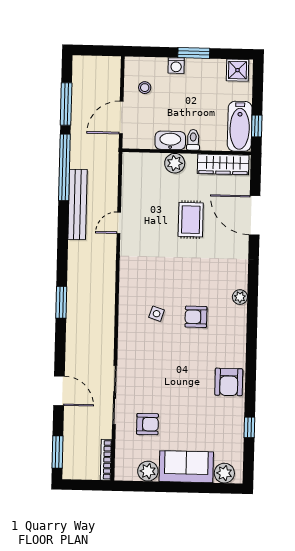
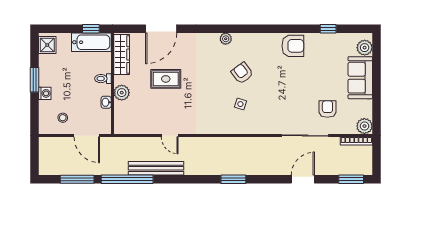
washbasin: (170, 140) -> (106, 102), width x0.52, depth x0.69
armchair: (196, 317) -> (242, 73), turned 143
plant: (148, 471) -> (364, 126), moved

